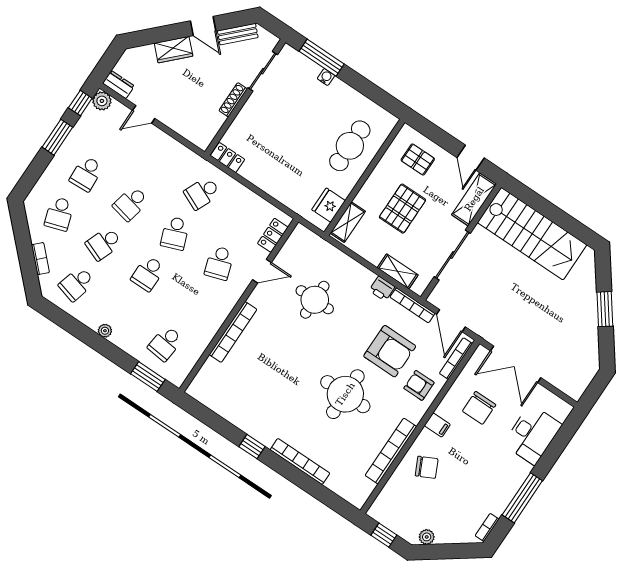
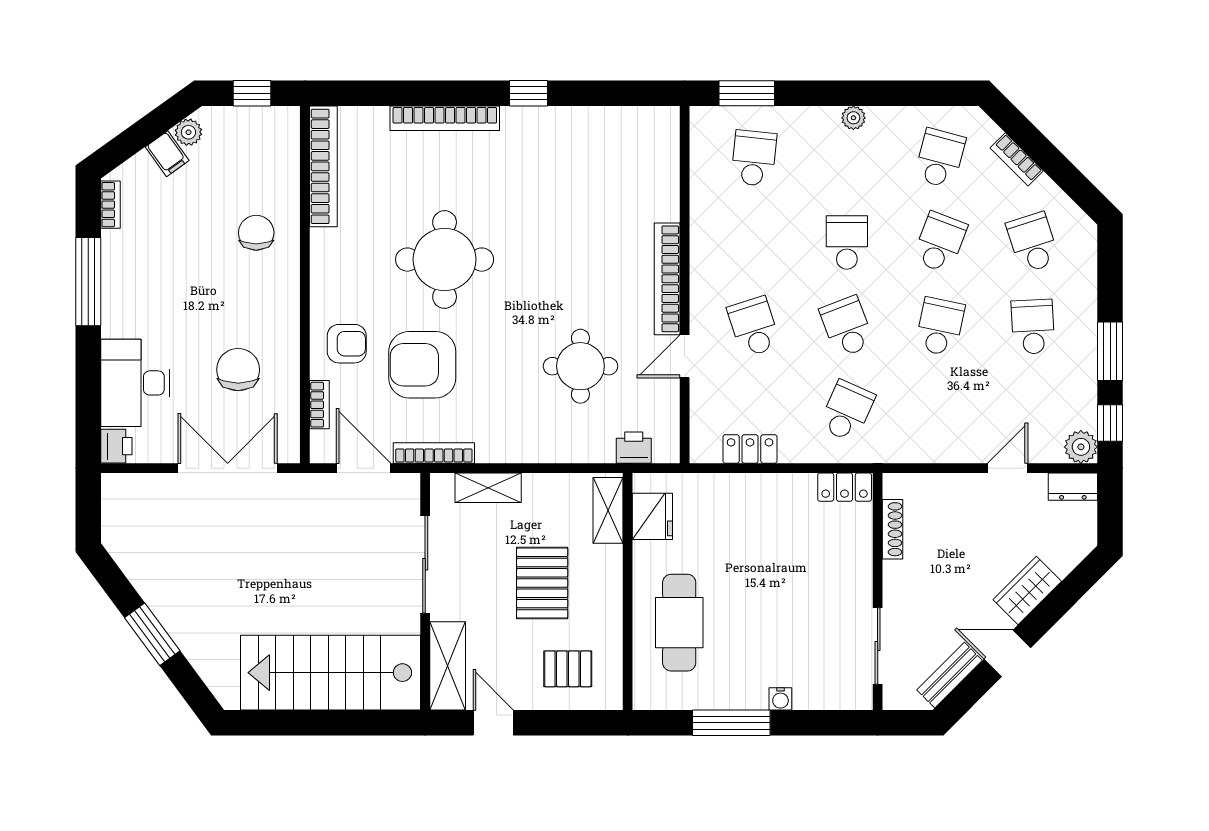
window: (322, 58) -> (731, 723), moved
shoe rack: (233, 100) -> (892, 529), moved
locker: (273, 235) -> (750, 449), moved, turned -90
printer: (382, 289) -> (634, 448), moved
bookcase: (233, 332) -> (667, 279), moved
bookcase: (456, 359) -> (319, 405), width x0.64
printer: (562, 410) -> (116, 446), added
filing cabinet: (437, 425) -> (167, 154), moved, turned -126
bookcase: (391, 451) -> (323, 166), moved
chair: (427, 467) -> (256, 233), turned 116

